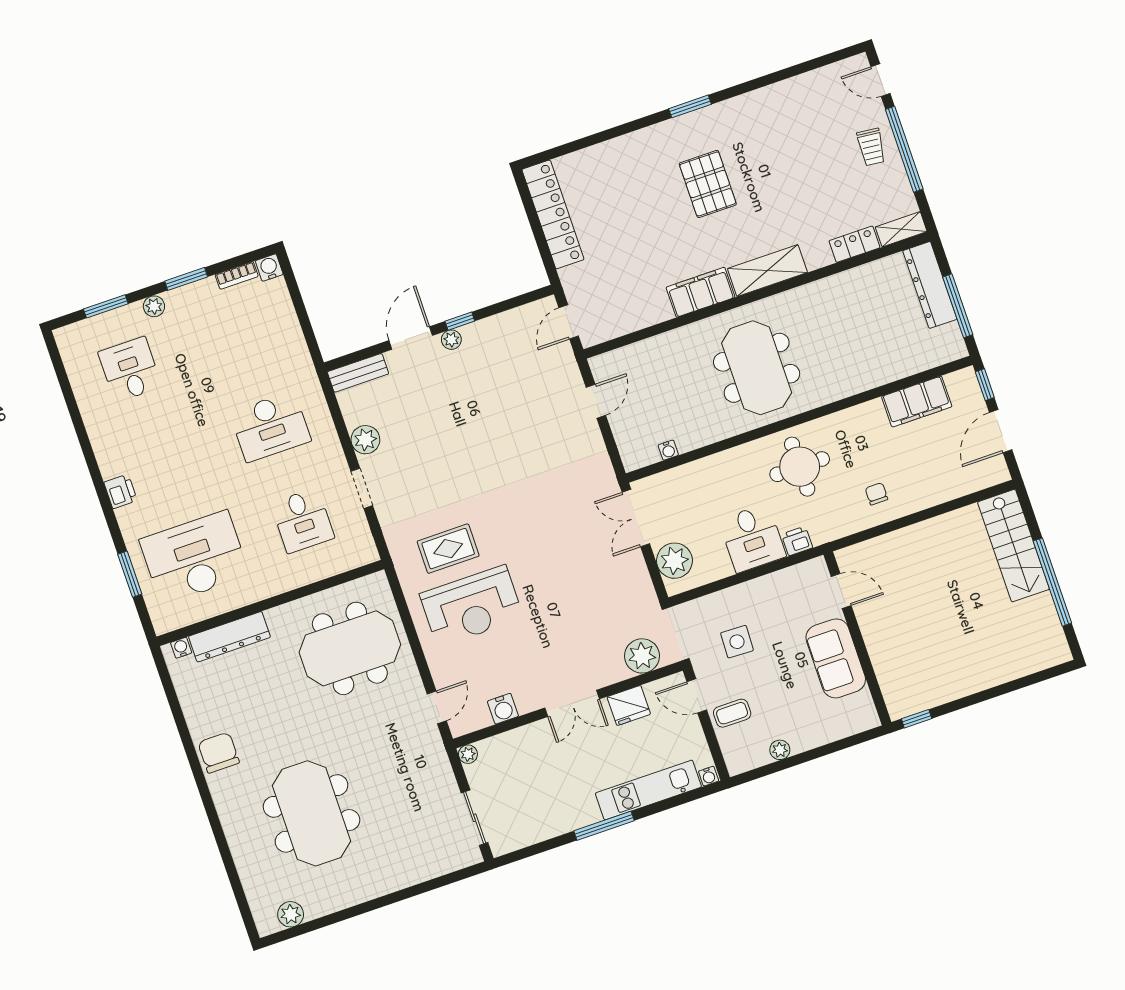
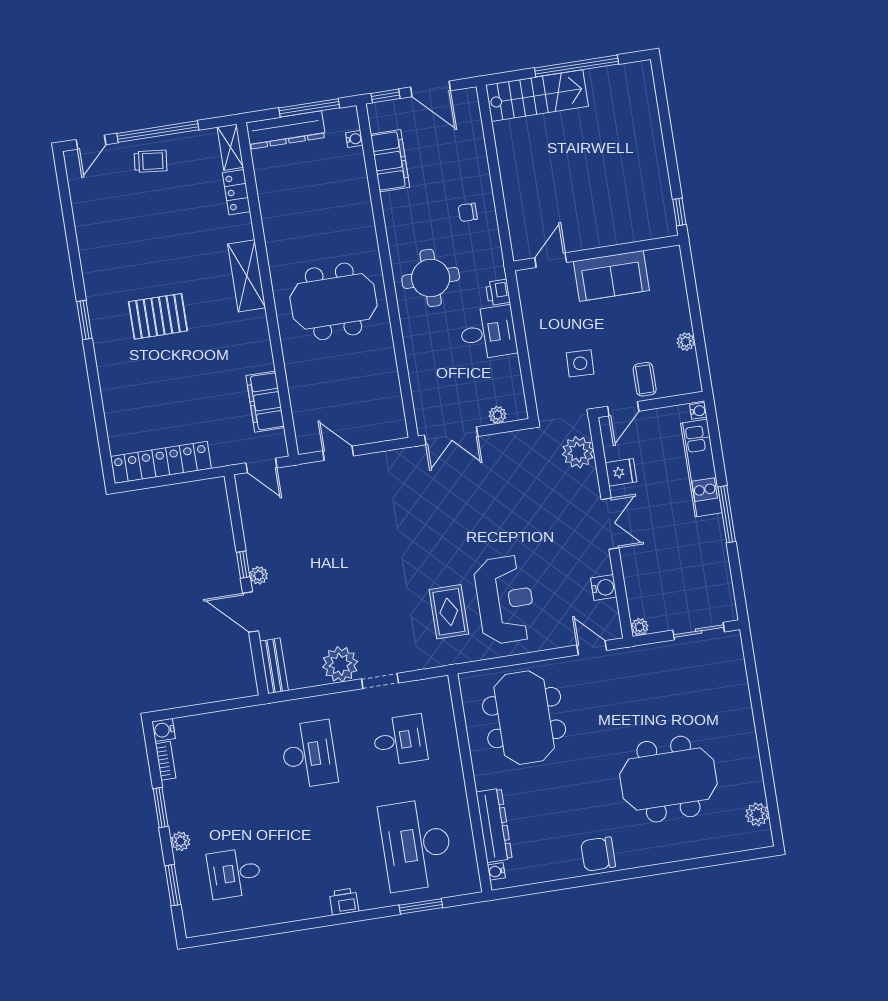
filing cabinet: (700, 292) -> (265, 402), moved
plant: (365, 440) -> (340, 664), width x1.36, depth x1.36
water cooler: (668, 450) -> (354, 139), moved
plant: (674, 561) -> (497, 415), width x0.53, depth x0.53
fridge: (629, 705) -> (621, 472), width x0.72

